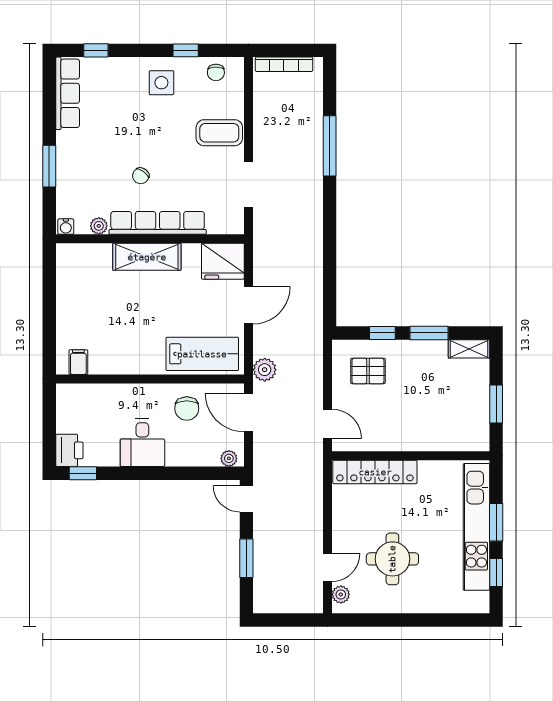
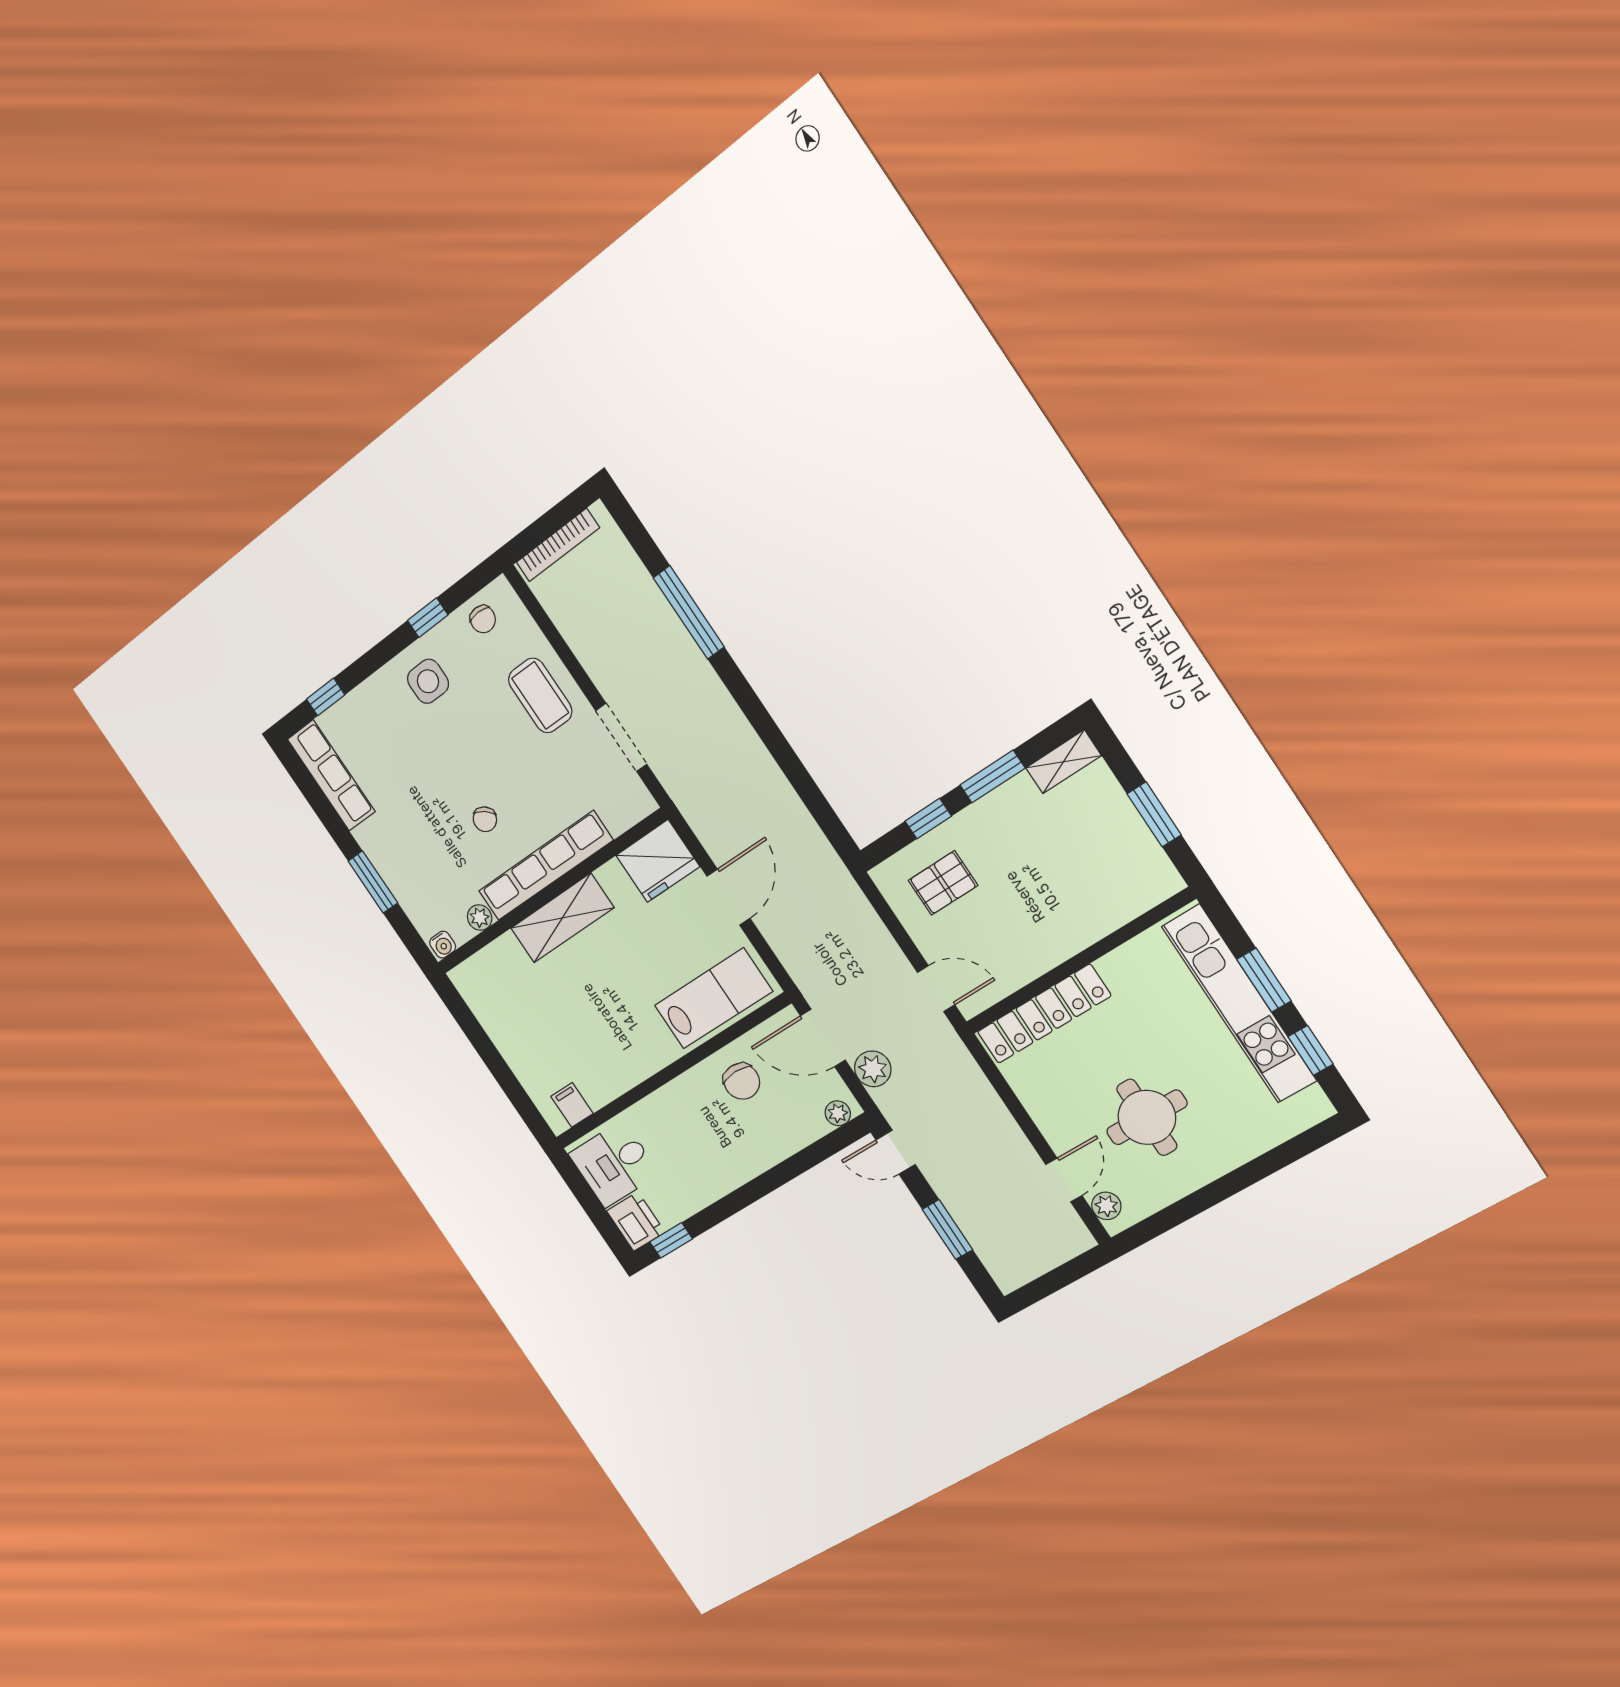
coffee table: (219, 133) -> (540, 696), turned 90
plant: (265, 370) -> (873, 1069), moved
desk: (142, 443) -> (614, 1164), moved, turned 90

